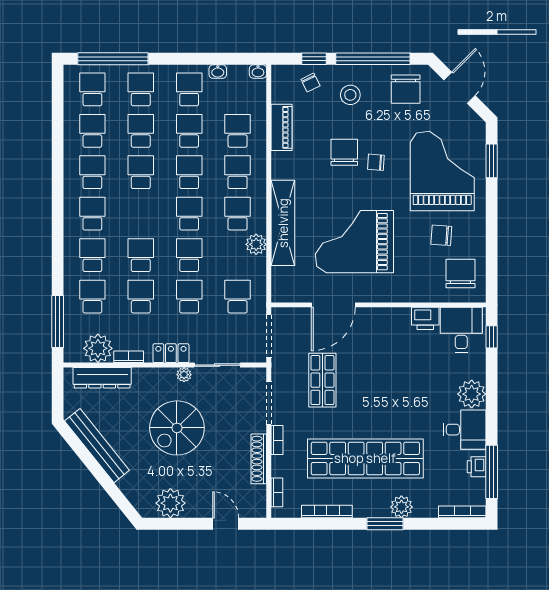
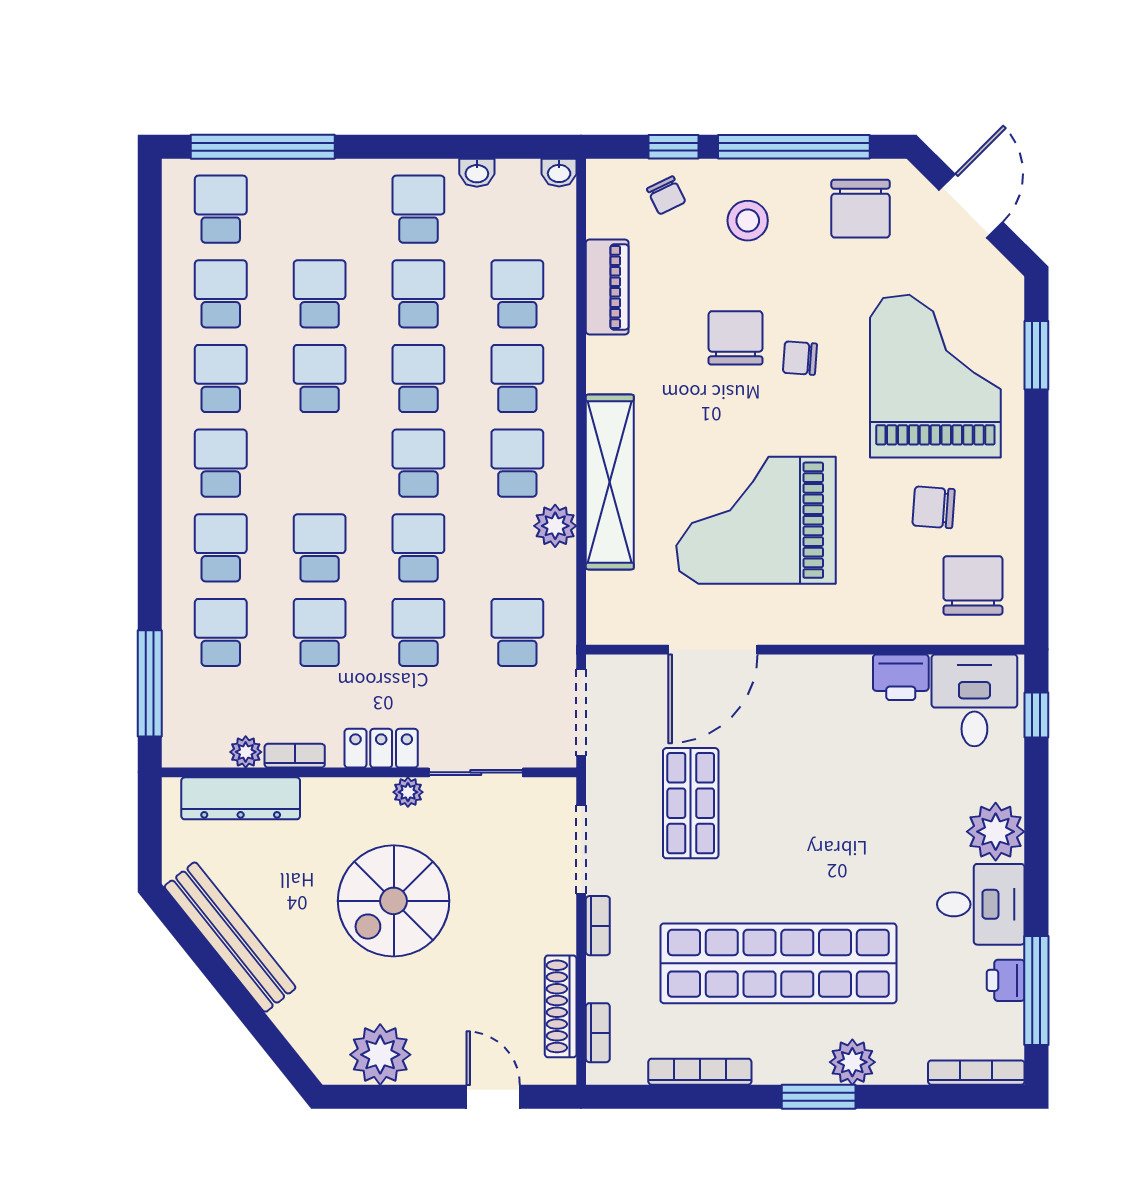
school desk: (141, 89) -> (320, 209), removed
plant: (98, 348) -> (246, 752), width x0.53, depth x0.53
shoe rack: (259, 459) -> (561, 1006), moved

